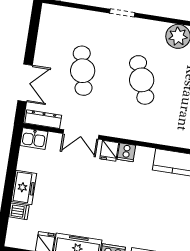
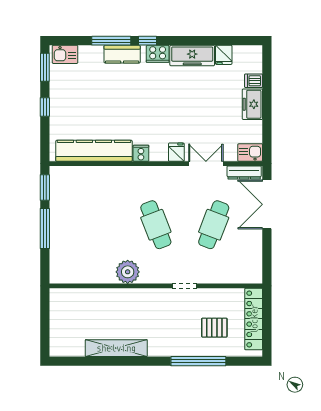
cafe table: (83, 71) -> (214, 225), turned 33
double door: (25, 83) -> (267, 204), width x1.37
cooker: (126, 152) -> (141, 153), moved

